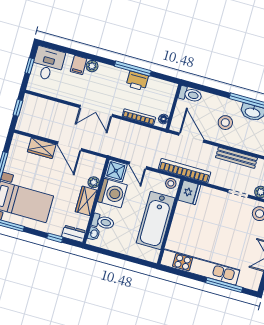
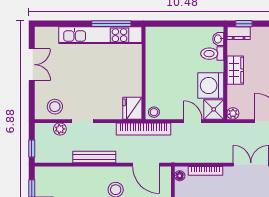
plant: (94, 182) -> (233, 113), moved
bathtub: (156, 220) -> (159, 70), removed
window: (55, 238) -> (244, 24), moved
window: (224, 285) -> (111, 24), moved

